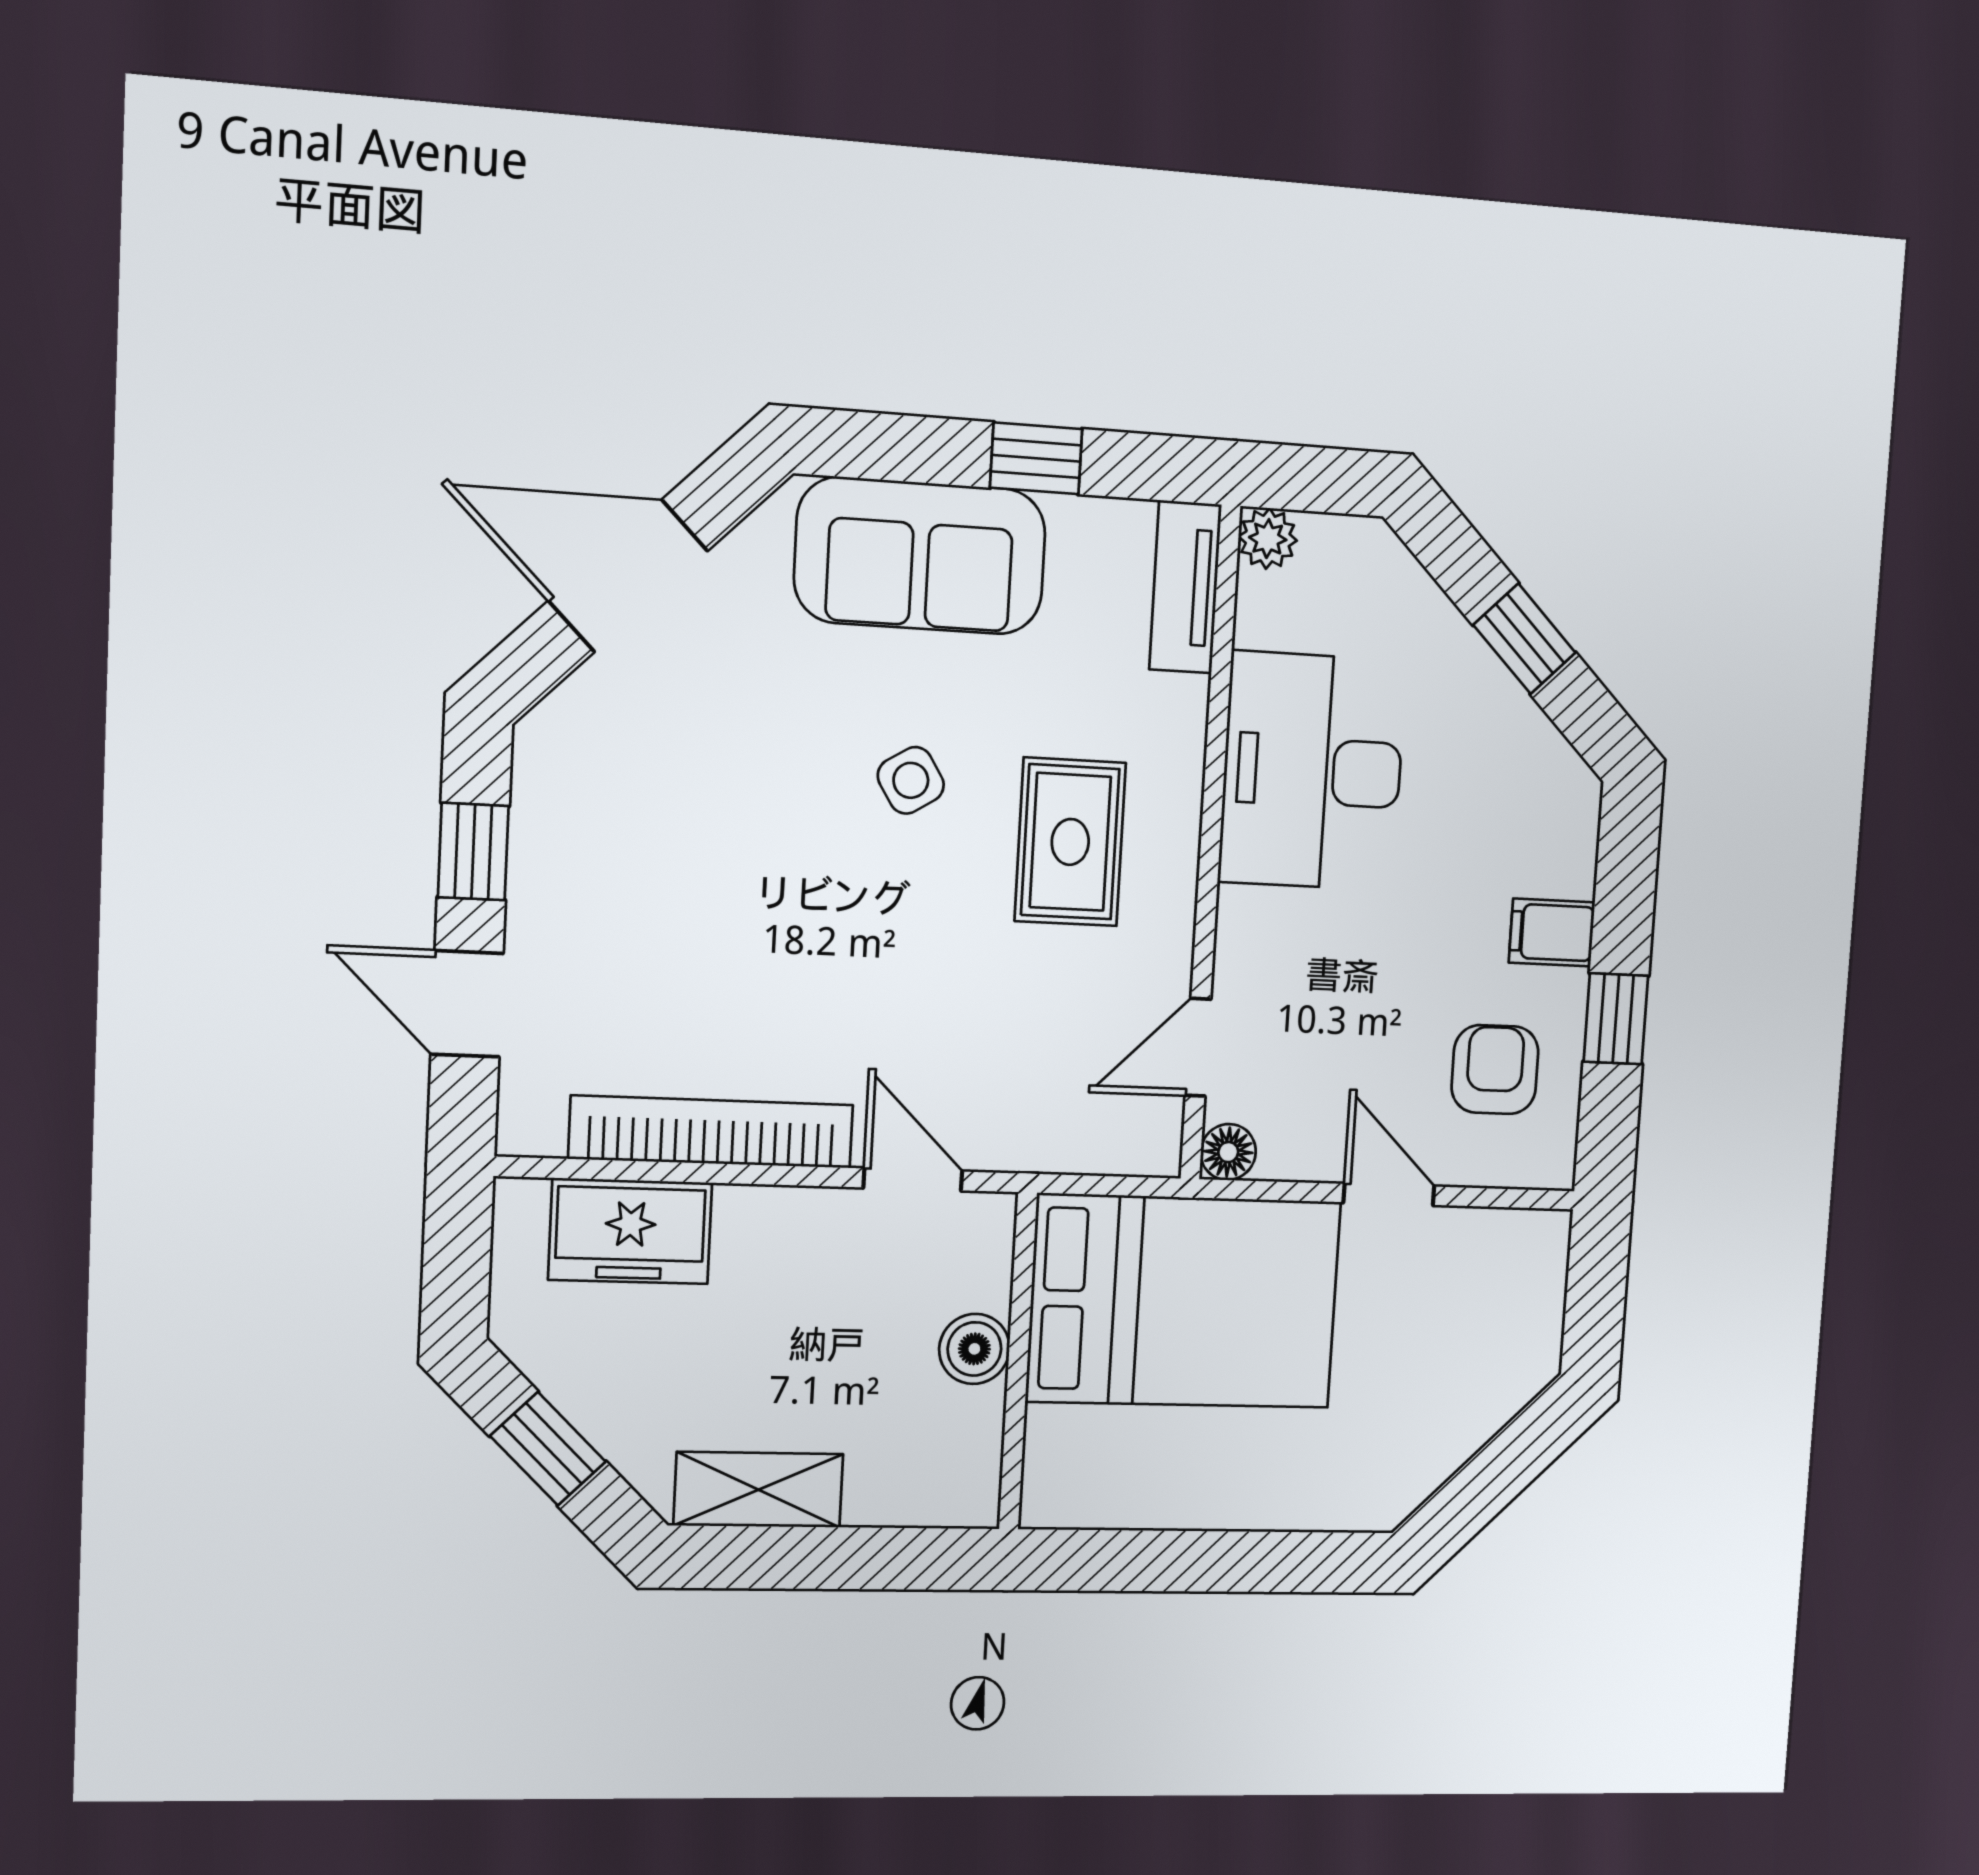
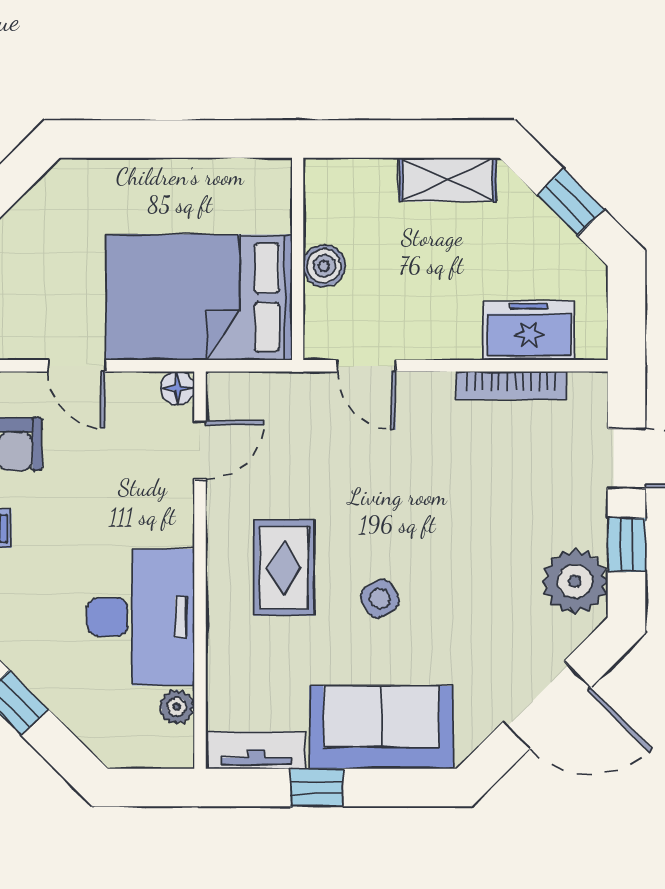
plant: (1268, 539) -> (177, 707), moved
tv unit: (1185, 587) -> (257, 750), moved, turned -90
plant: (568, 792) -> (575, 581), added
bookcase: (712, 1132) -> (511, 385), width x0.68, depth x0.76

